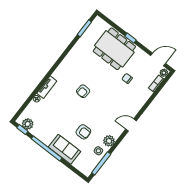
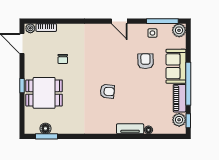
floor lamp: (90, 32) -> (45, 128), added
dining table: (114, 49) -> (44, 93), width x0.73
door: (131, 125) -> (119, 21), moved
piano: (42, 135) -> (180, 98), added
plant: (109, 141) -> (179, 30), moved

